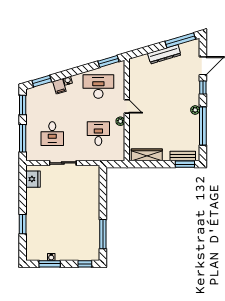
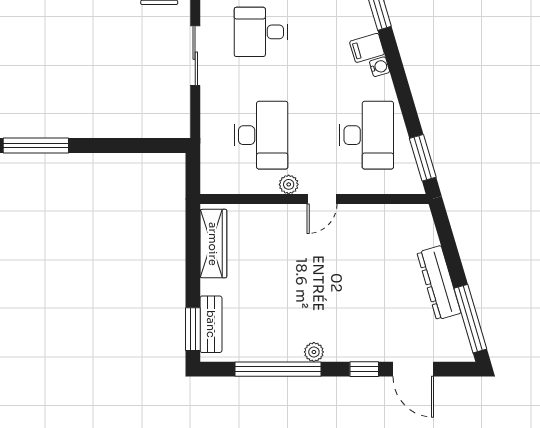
desk: (98, 134) -> (261, 135), width x1.37

